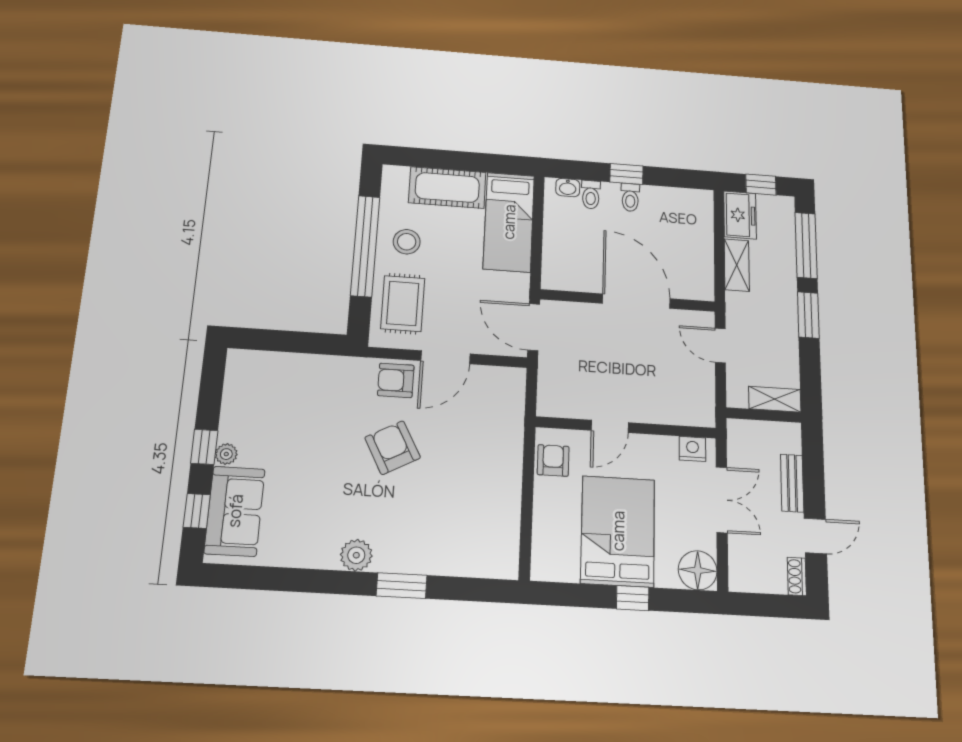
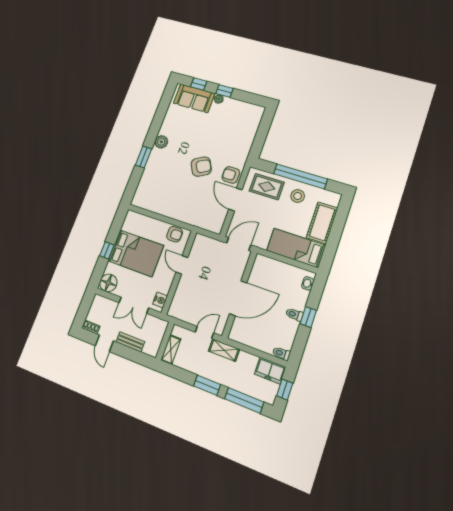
toilet: (591, 195) -> (281, 353), moved
shelving: (737, 265) -> (224, 350), moved
armchair: (396, 380) -> (231, 175), turned -90

